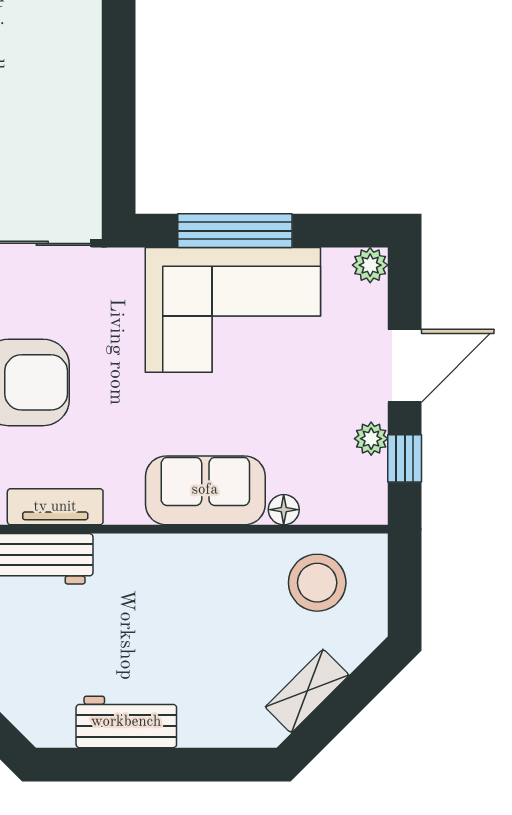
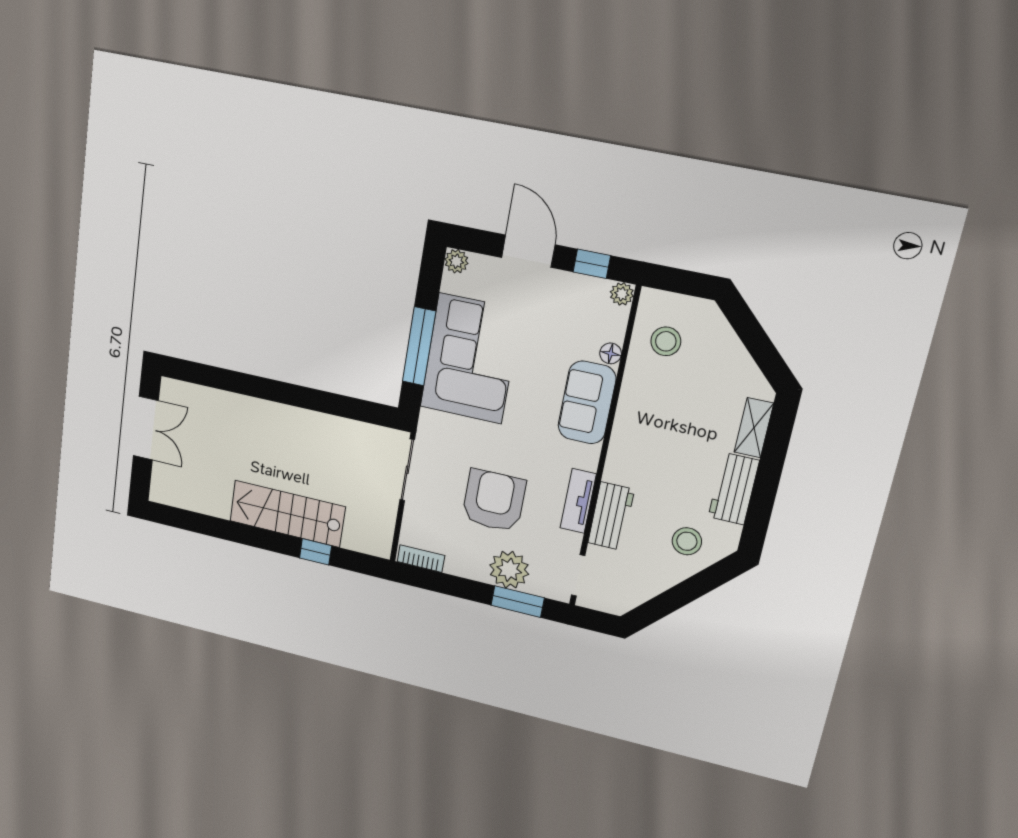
plant: (371, 439) -> (622, 294), moved
stool: (317, 583) -> (666, 341), width x0.73, depth x0.73
stool: (32, 674) -> (687, 541), added
shelving: (307, 691) -> (754, 428), moved, turned 45

